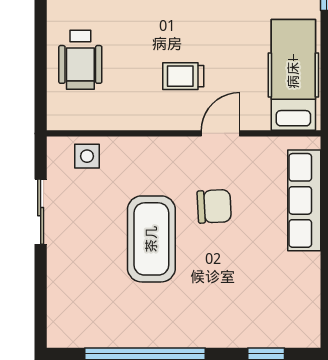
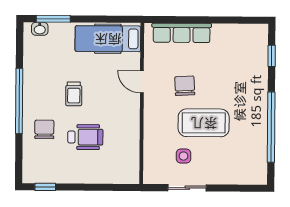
wheelchair: (80, 60) -> (85, 137), moved
trolley: (183, 76) -> (74, 94), moved
side table: (87, 156) -> (183, 156), moved

